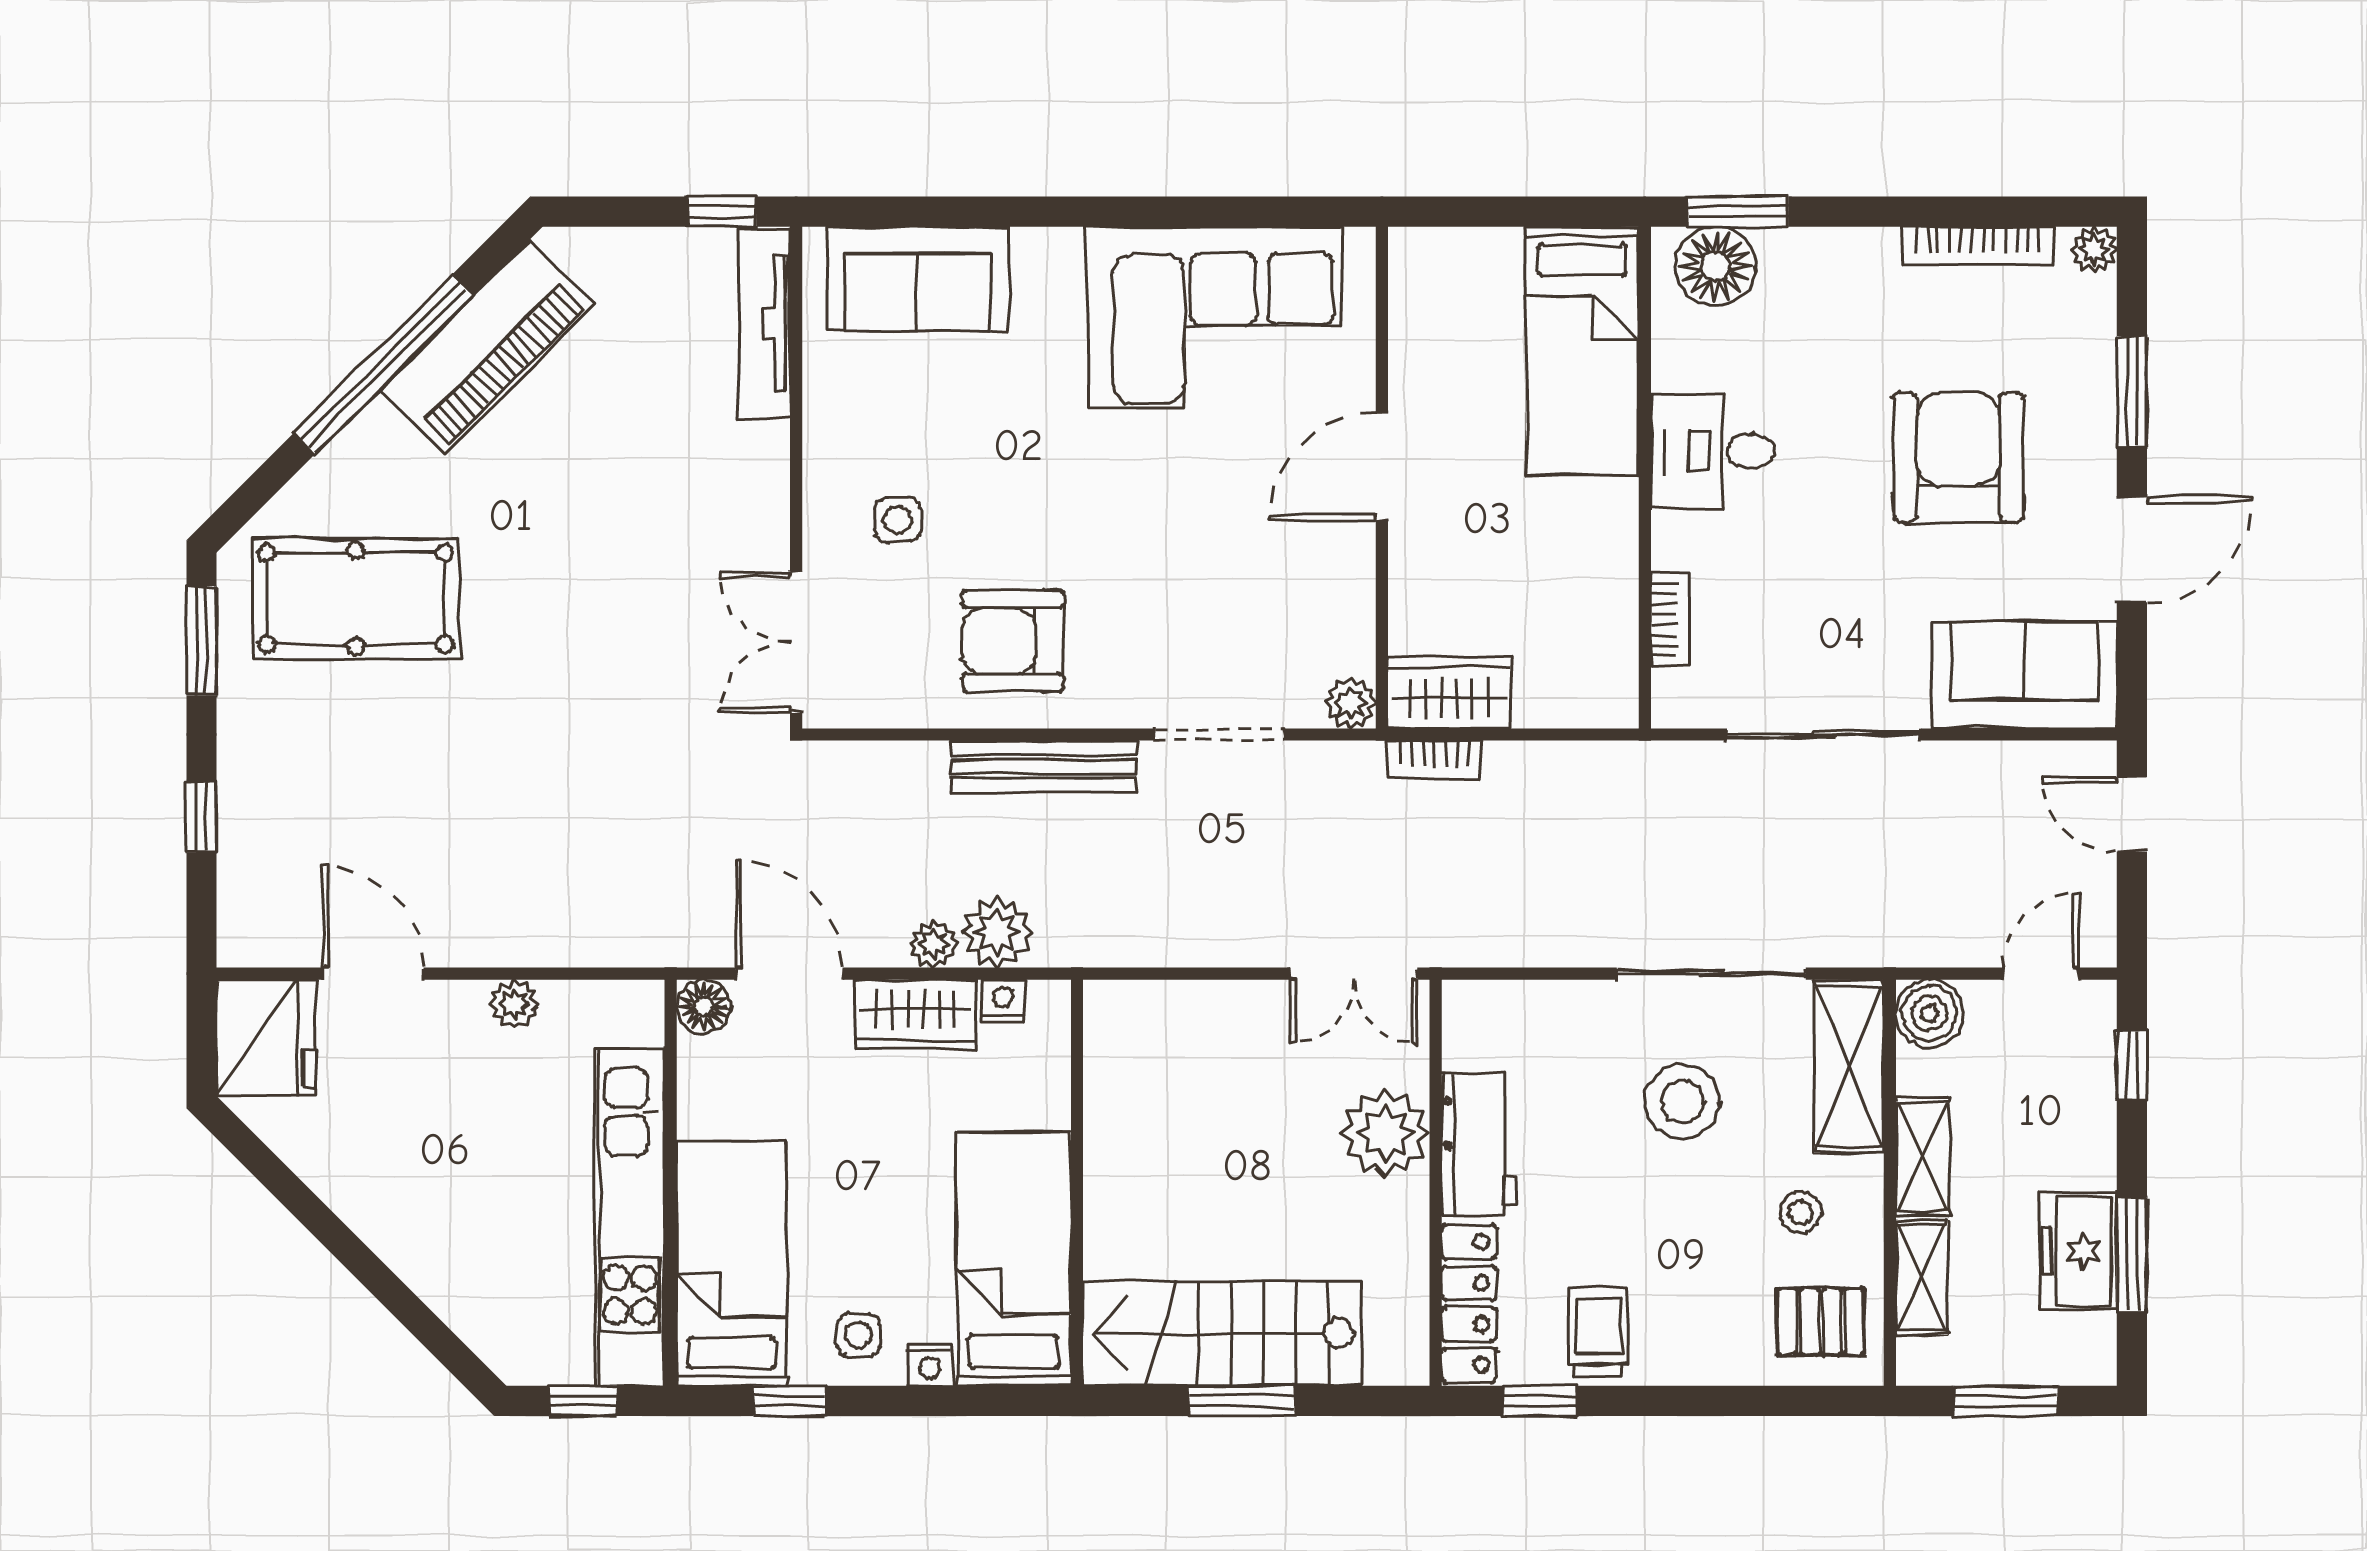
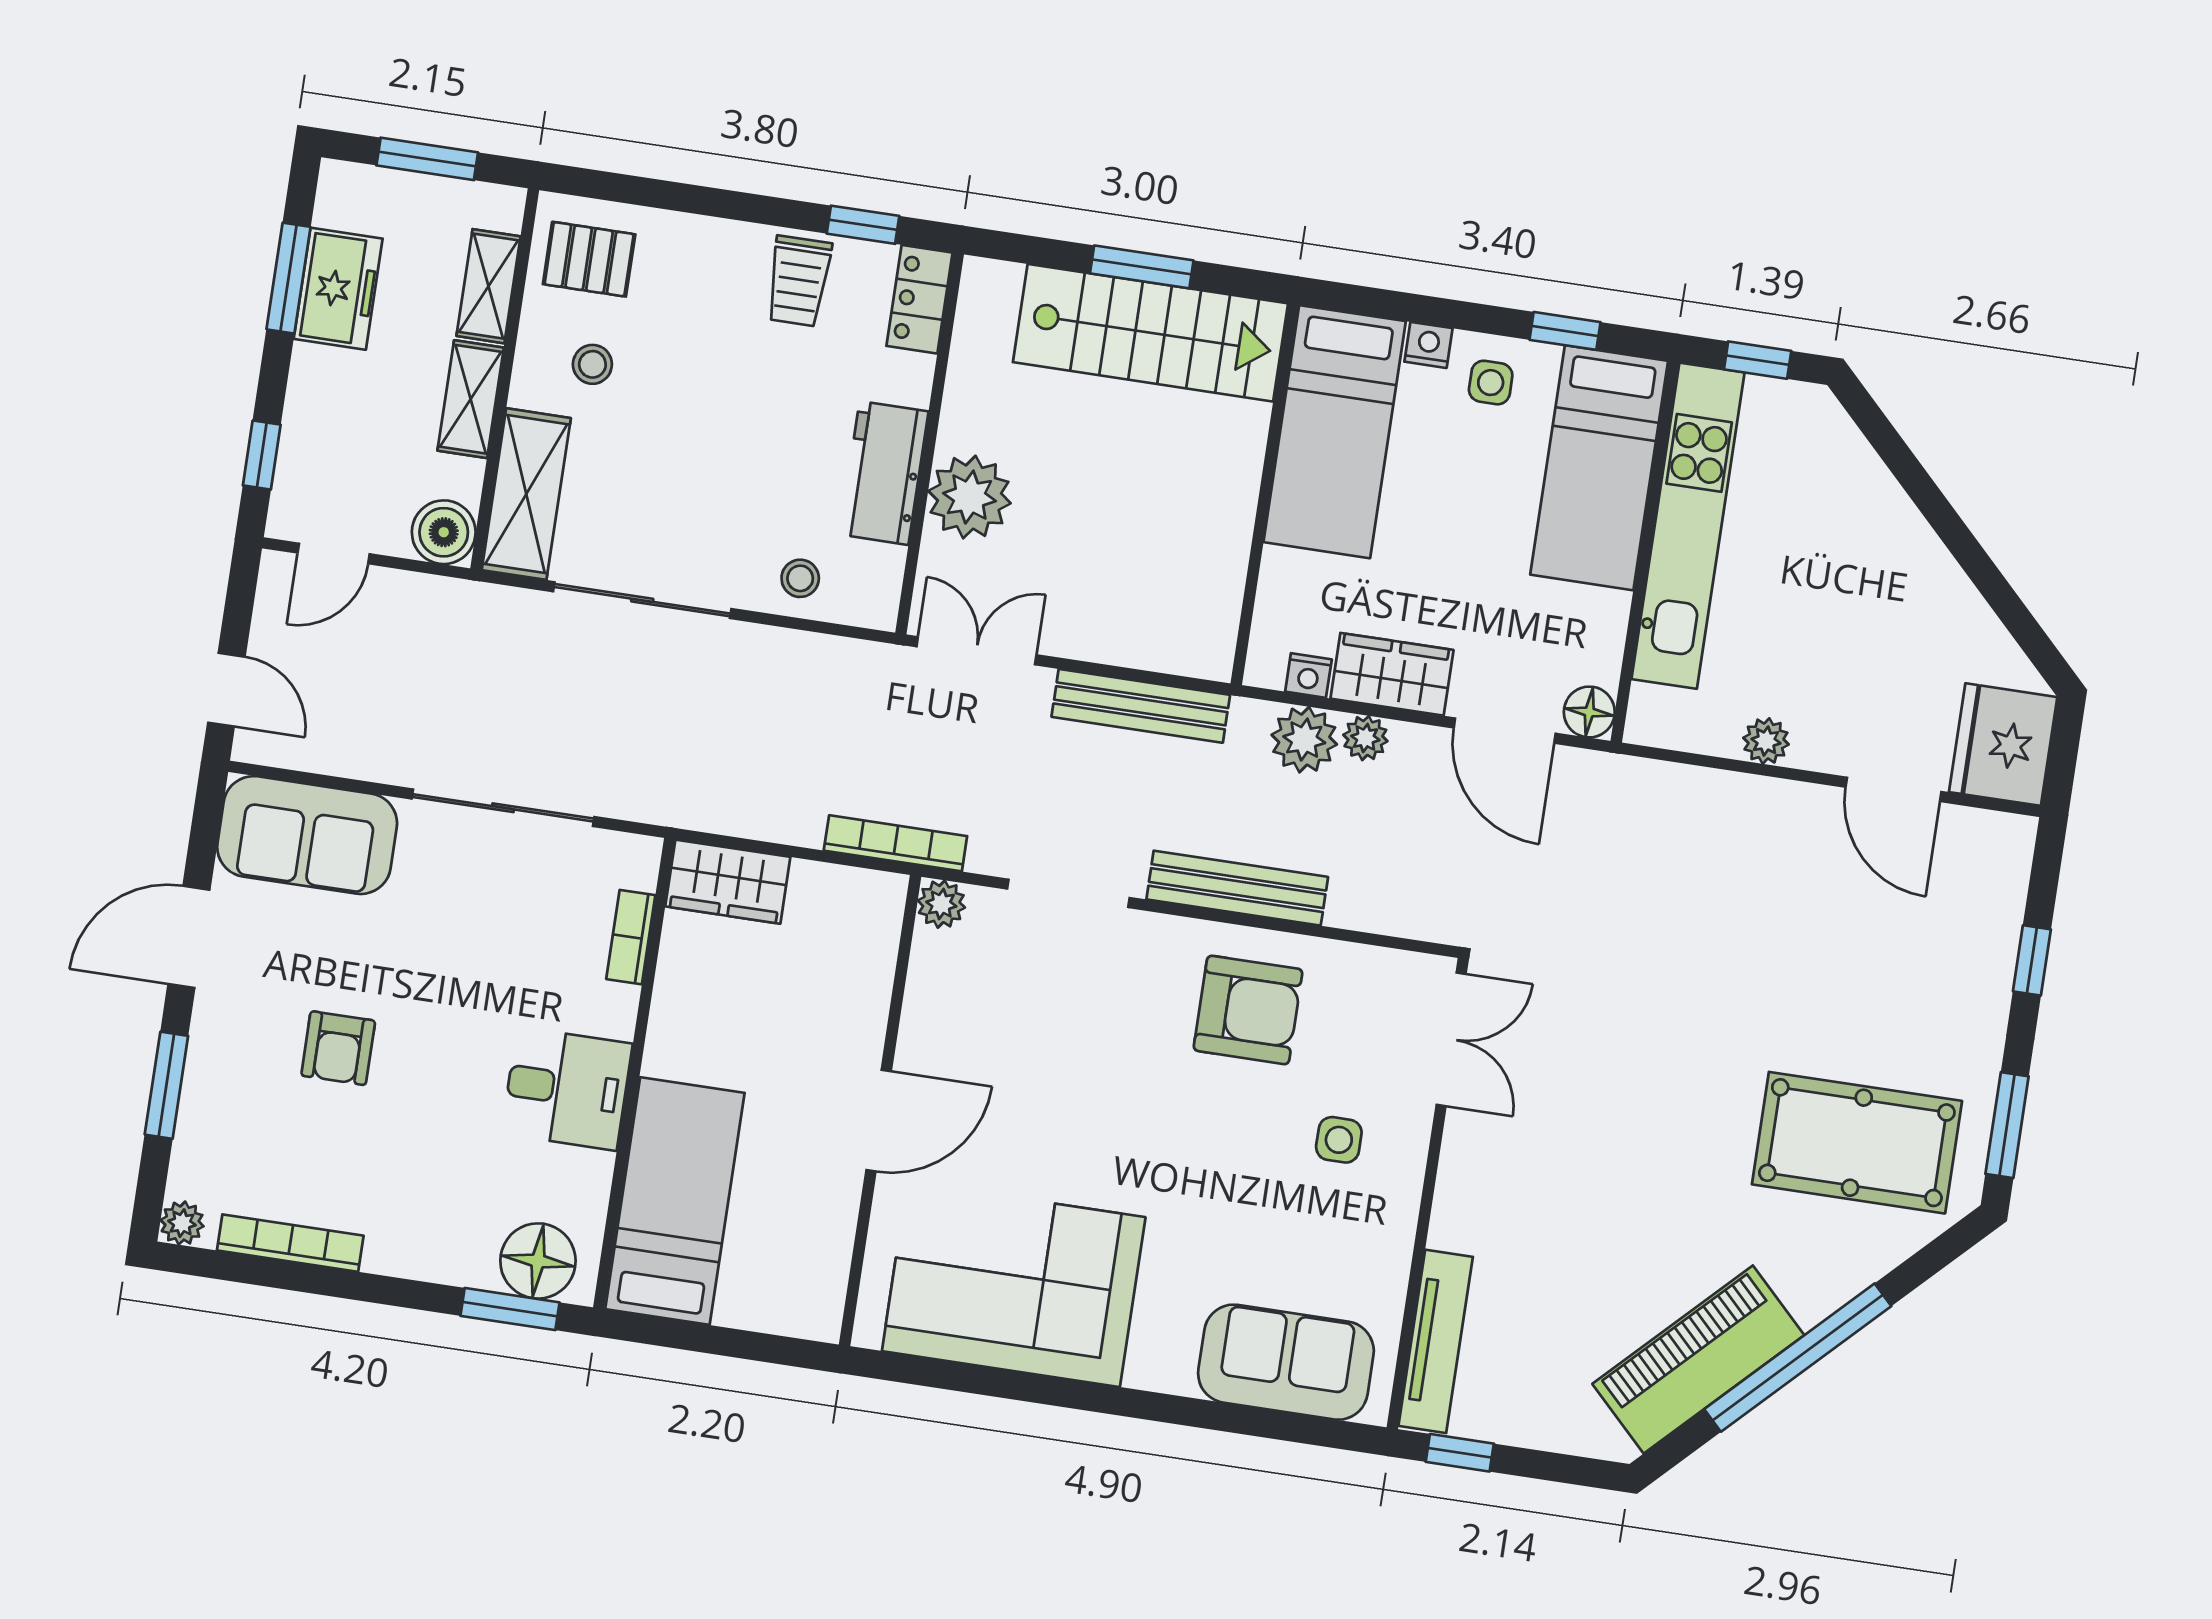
armchair: (1958, 457) -> (338, 1048), width x0.53, depth x0.53
wardrobe: (1449, 693) -> (728, 882), moved
bookcase: (1435, 759) -> (895, 843), width x1.56
bench: (1173, 942) -> (1141, 706), added
stool: (1682, 1101) -> (800, 578), moved, width x0.53, depth x0.53
locker: (1469, 1304) -> (920, 299), width x0.66

